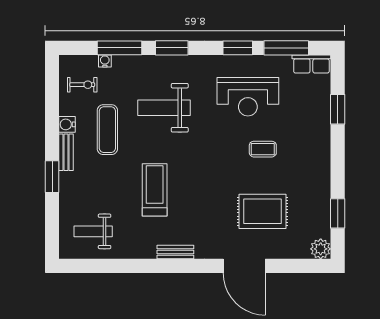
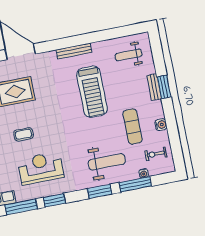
weight bench: (164, 108) -> (107, 162), moved
bench: (66, 152) -> (154, 87), moved
treadmill: (155, 190) -> (92, 92), width x1.37, depth x1.38
weight bench: (93, 231) -> (128, 55), turned 180
bench: (175, 252) -> (74, 51), width x1.36

